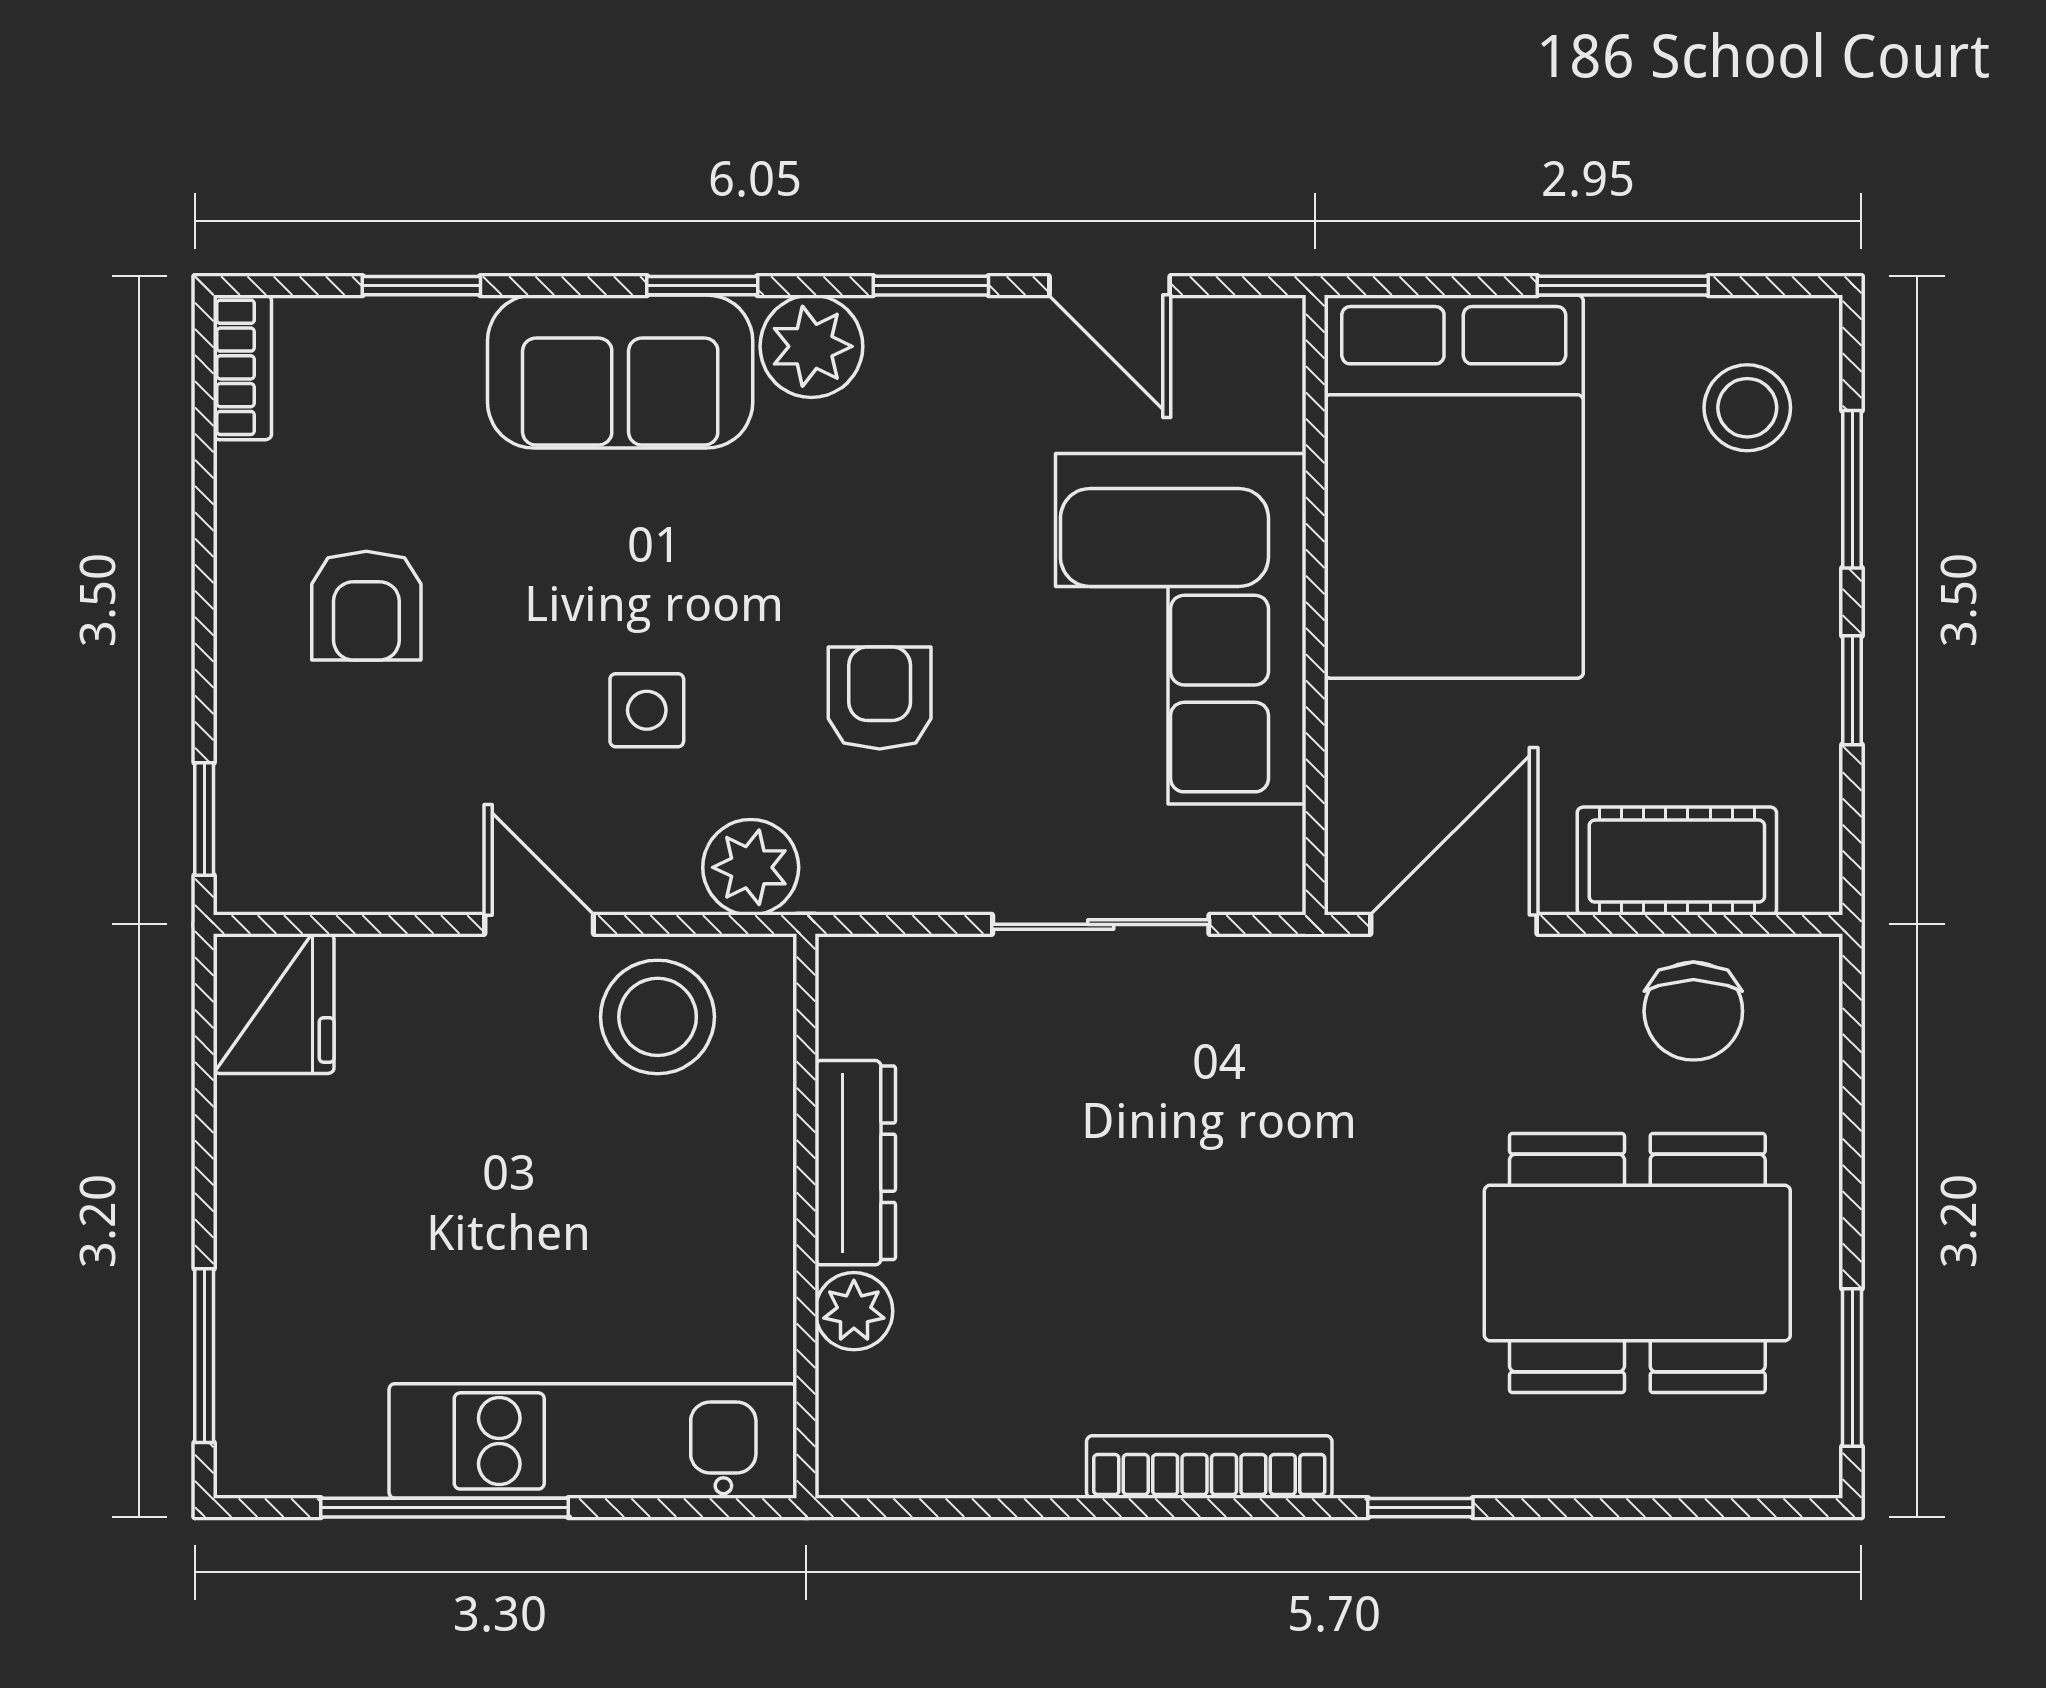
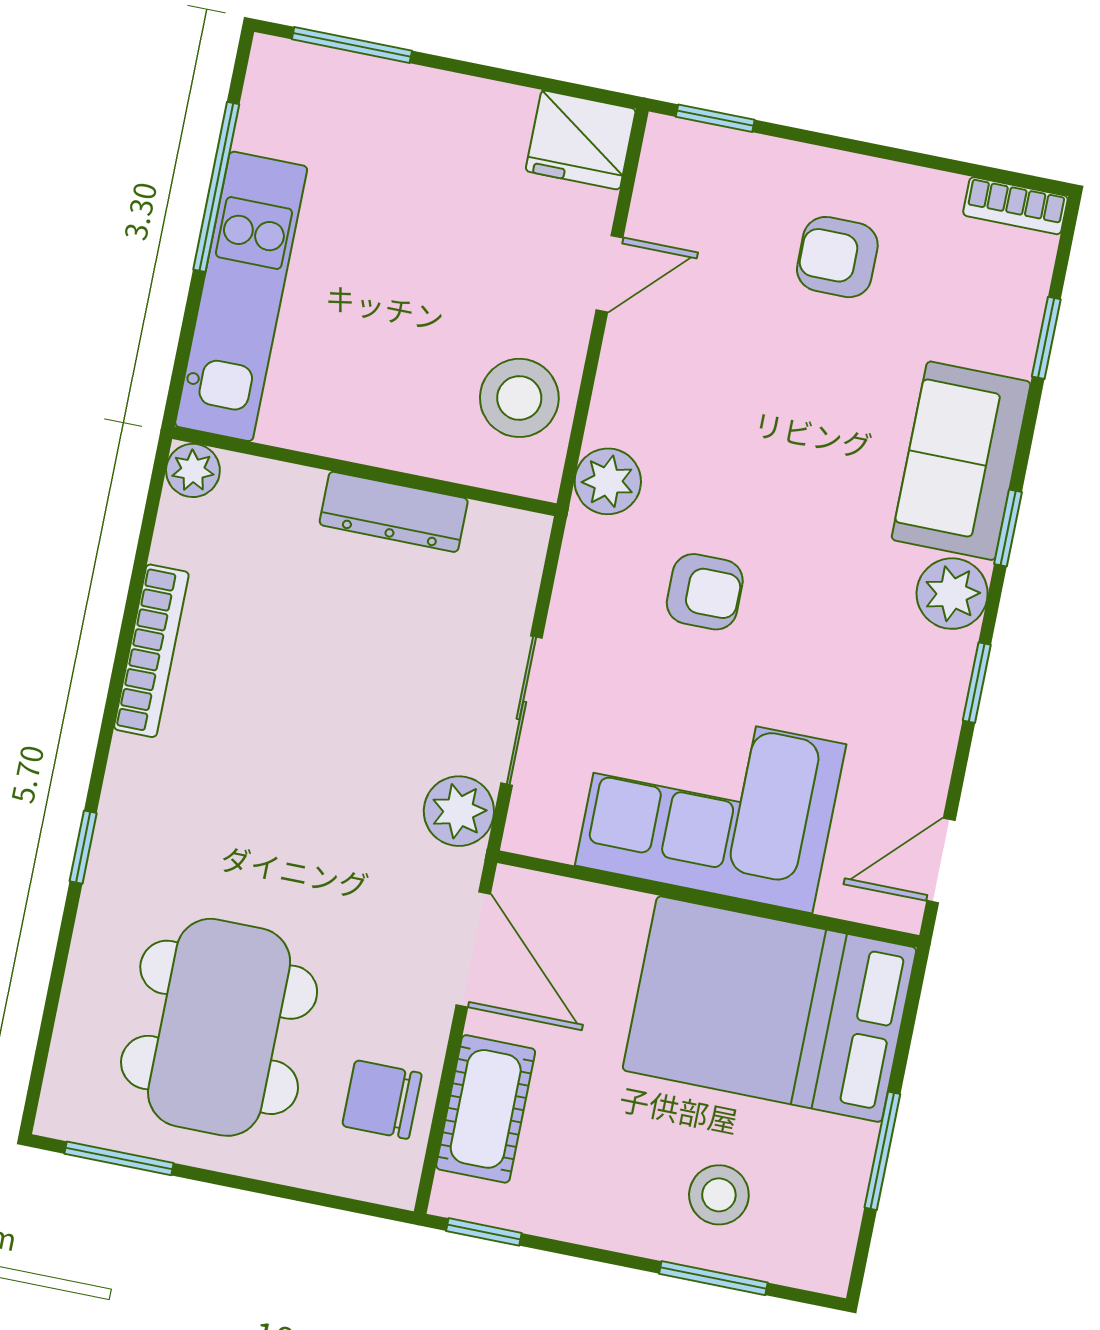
door: (1110, 286) -> (941, 861), moved
stool: (1747, 408) -> (719, 1195), moved
window: (1852, 690) -> (484, 1232), moved
side table: (647, 710) -> (728, 433), removed
door: (539, 924) -> (609, 274), moved
plant: (1262, 984) -> (459, 811), added
plant: (854, 1311) -> (193, 470), moved
bookcase: (1209, 1467) -> (151, 651), moved

